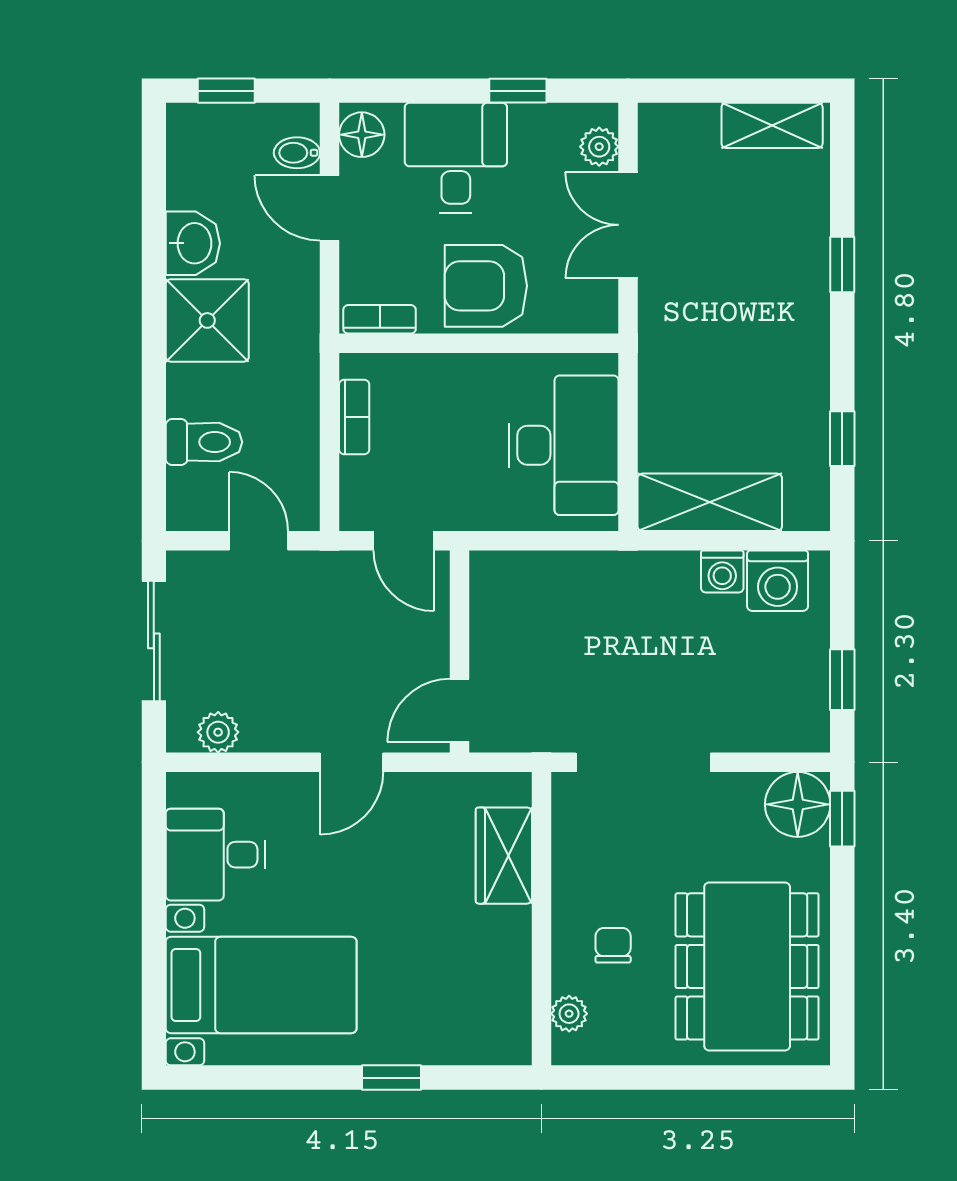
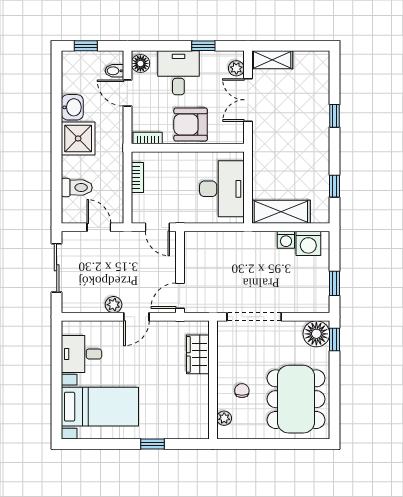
shelving: (772, 125) -> (272, 60), moved
plant: (218, 732) -> (114, 305), moved

